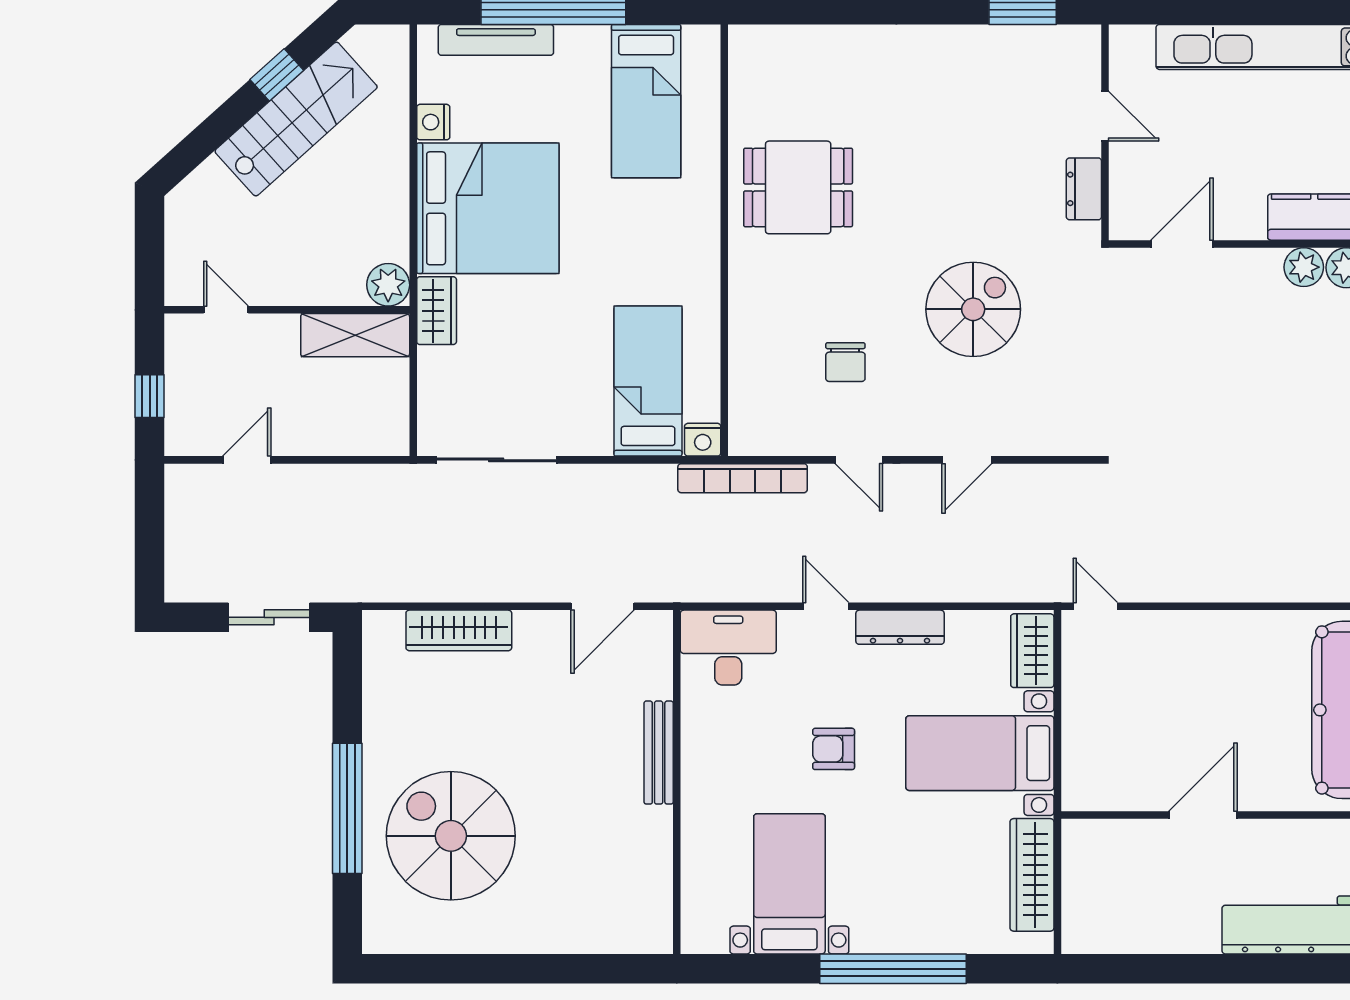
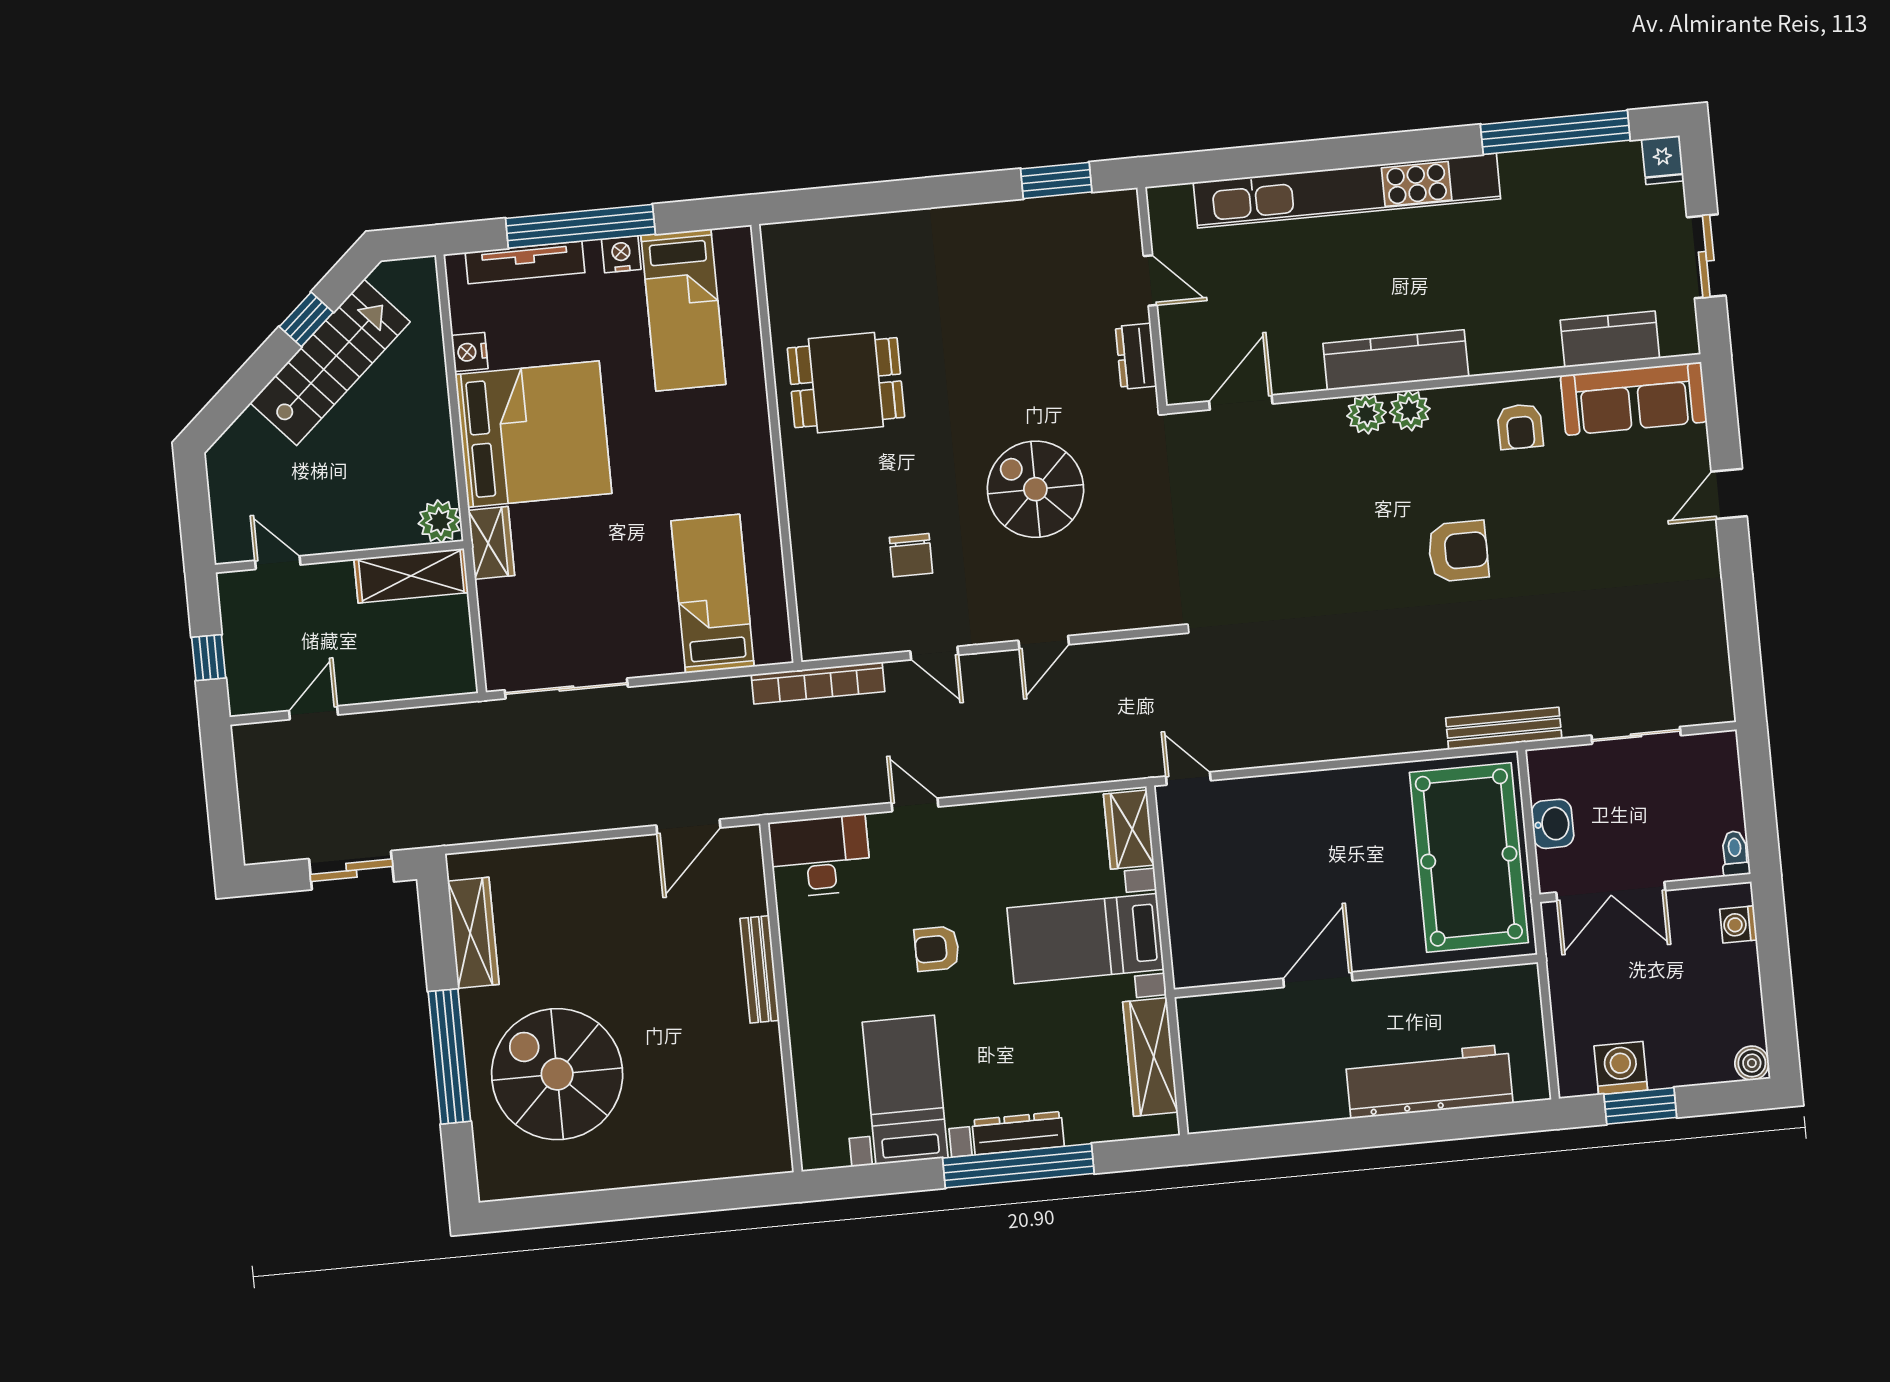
spiral stairs: (973, 309) -> (1035, 489), turned -90
nightstand: (703, 440) -> (621, 254), moved, turned 180
dresser: (900, 627) -> (1018, 1133), moved, turned 180
wardrobe: (459, 630) -> (473, 933), moved, turned -90

